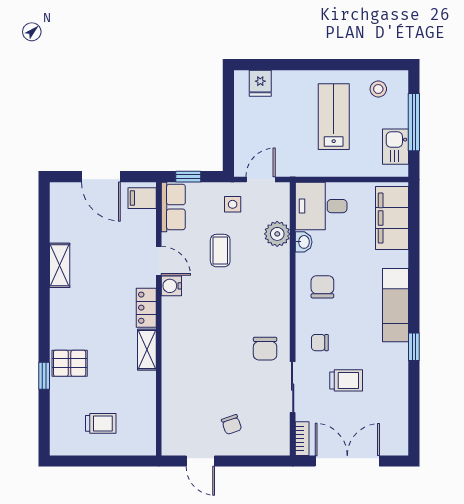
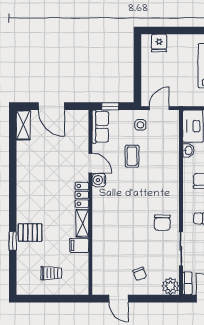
filing cabinet: (142, 198) -> (79, 245), moved
plant: (277, 234) -> (171, 286), moved
shelving: (60, 265) -> (23, 125), moved

